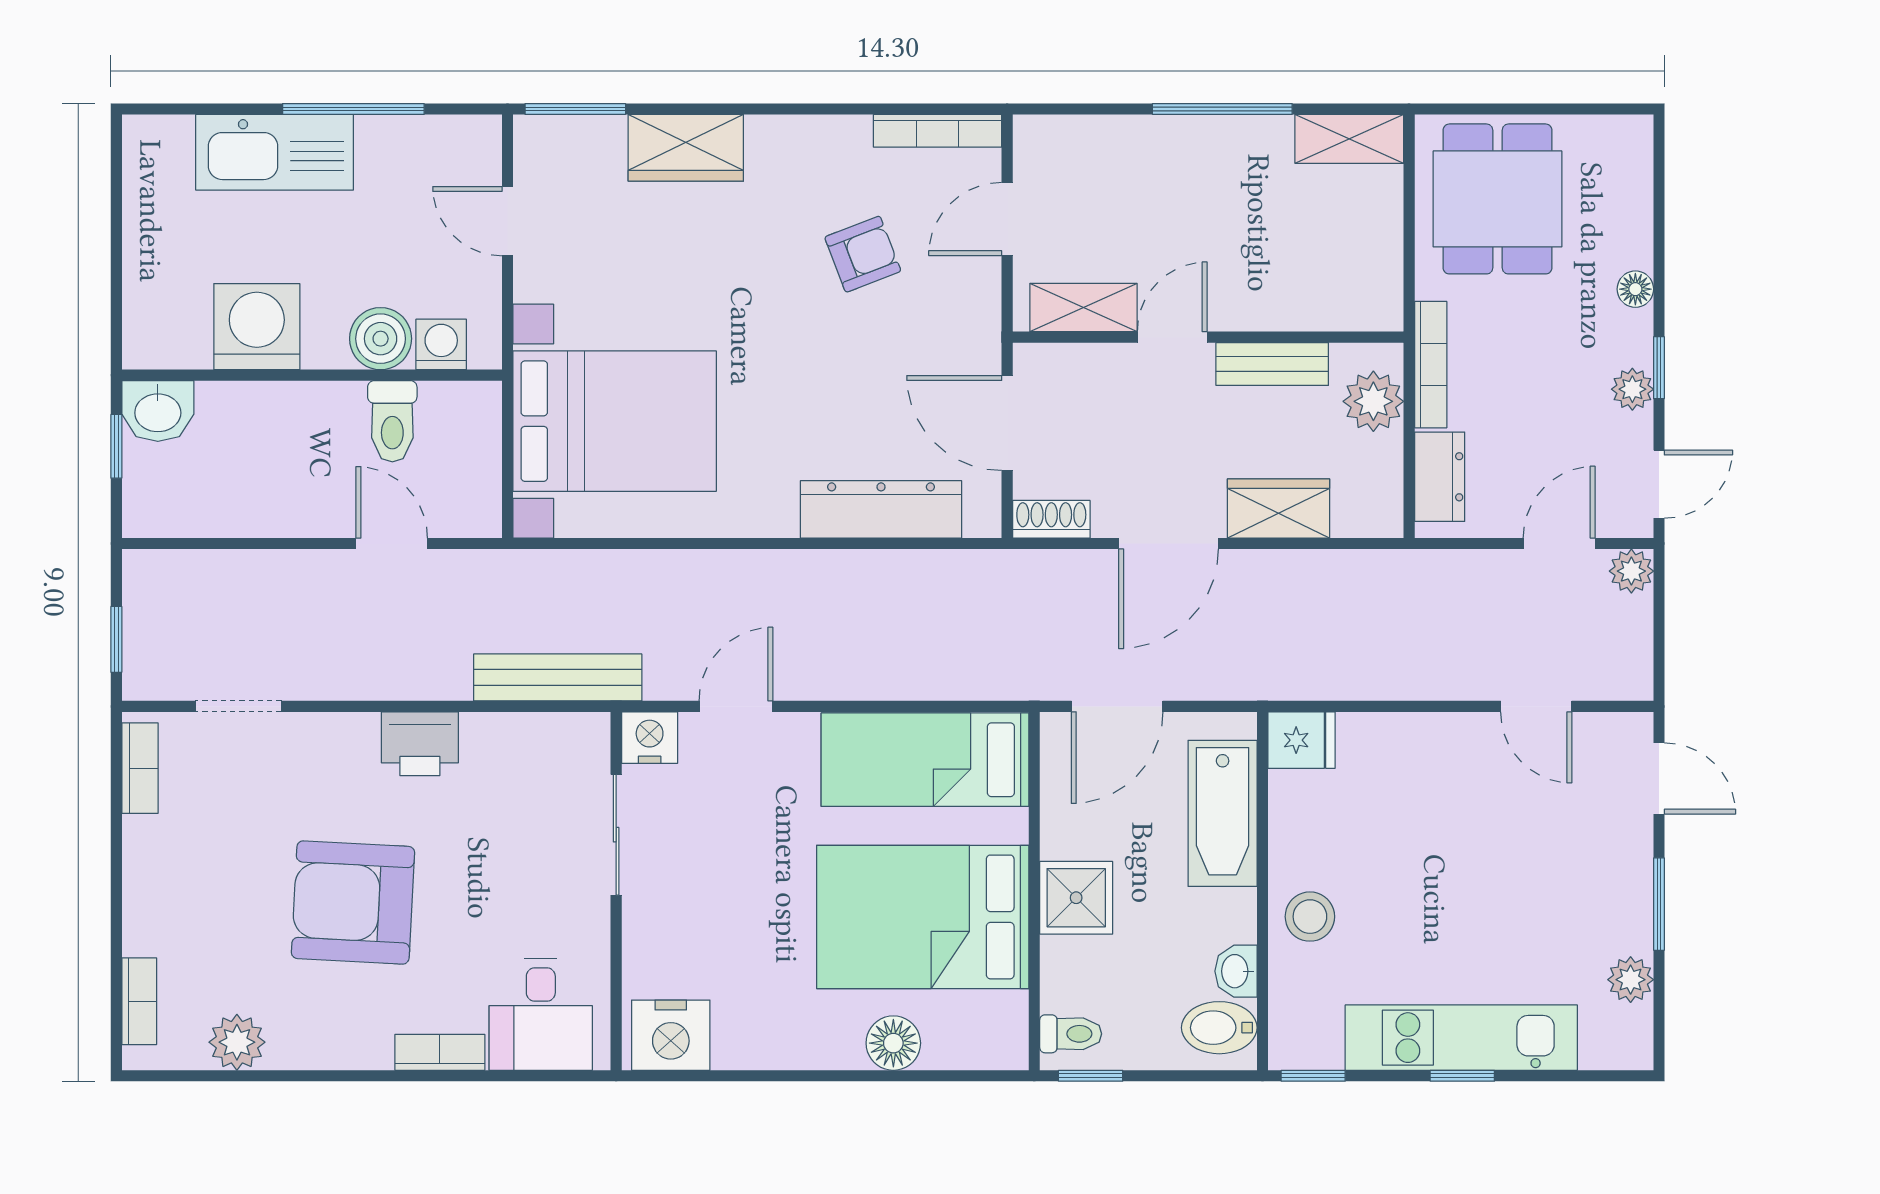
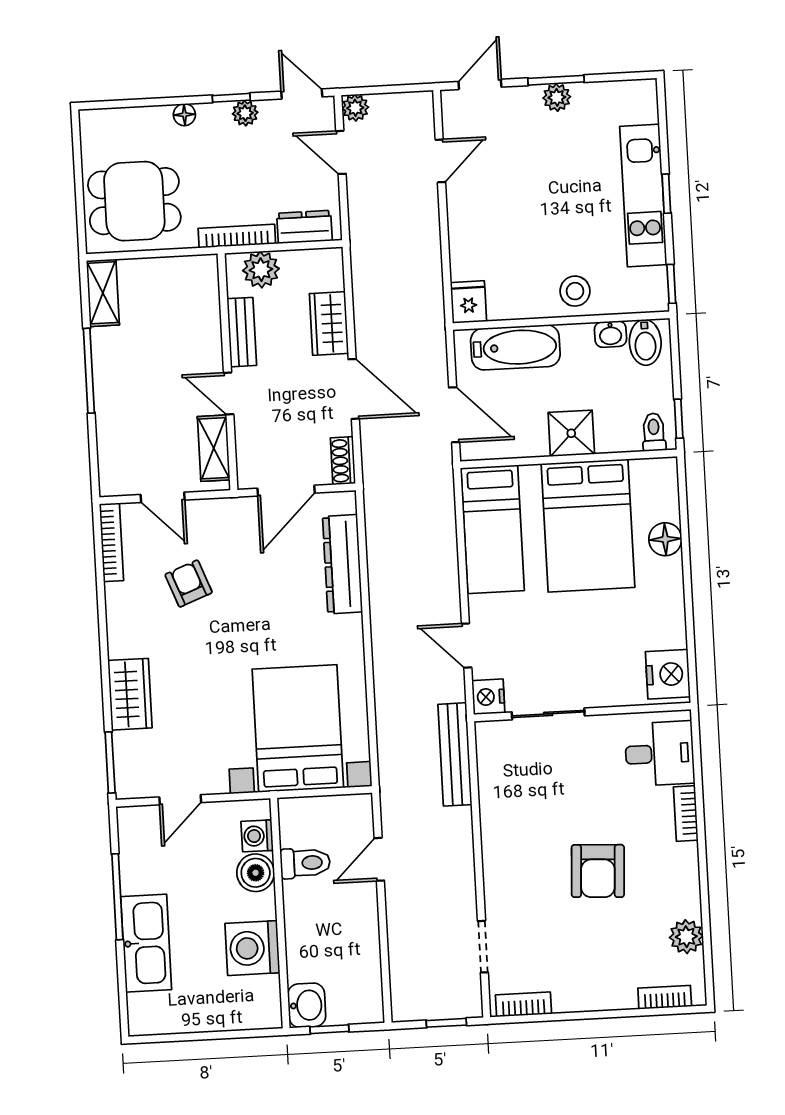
printer: (420, 744) -> (500, 836), removed
armchair: (353, 902) -> (598, 871), width x0.73, depth x0.73
plant: (1631, 980) -> (557, 97), moved

